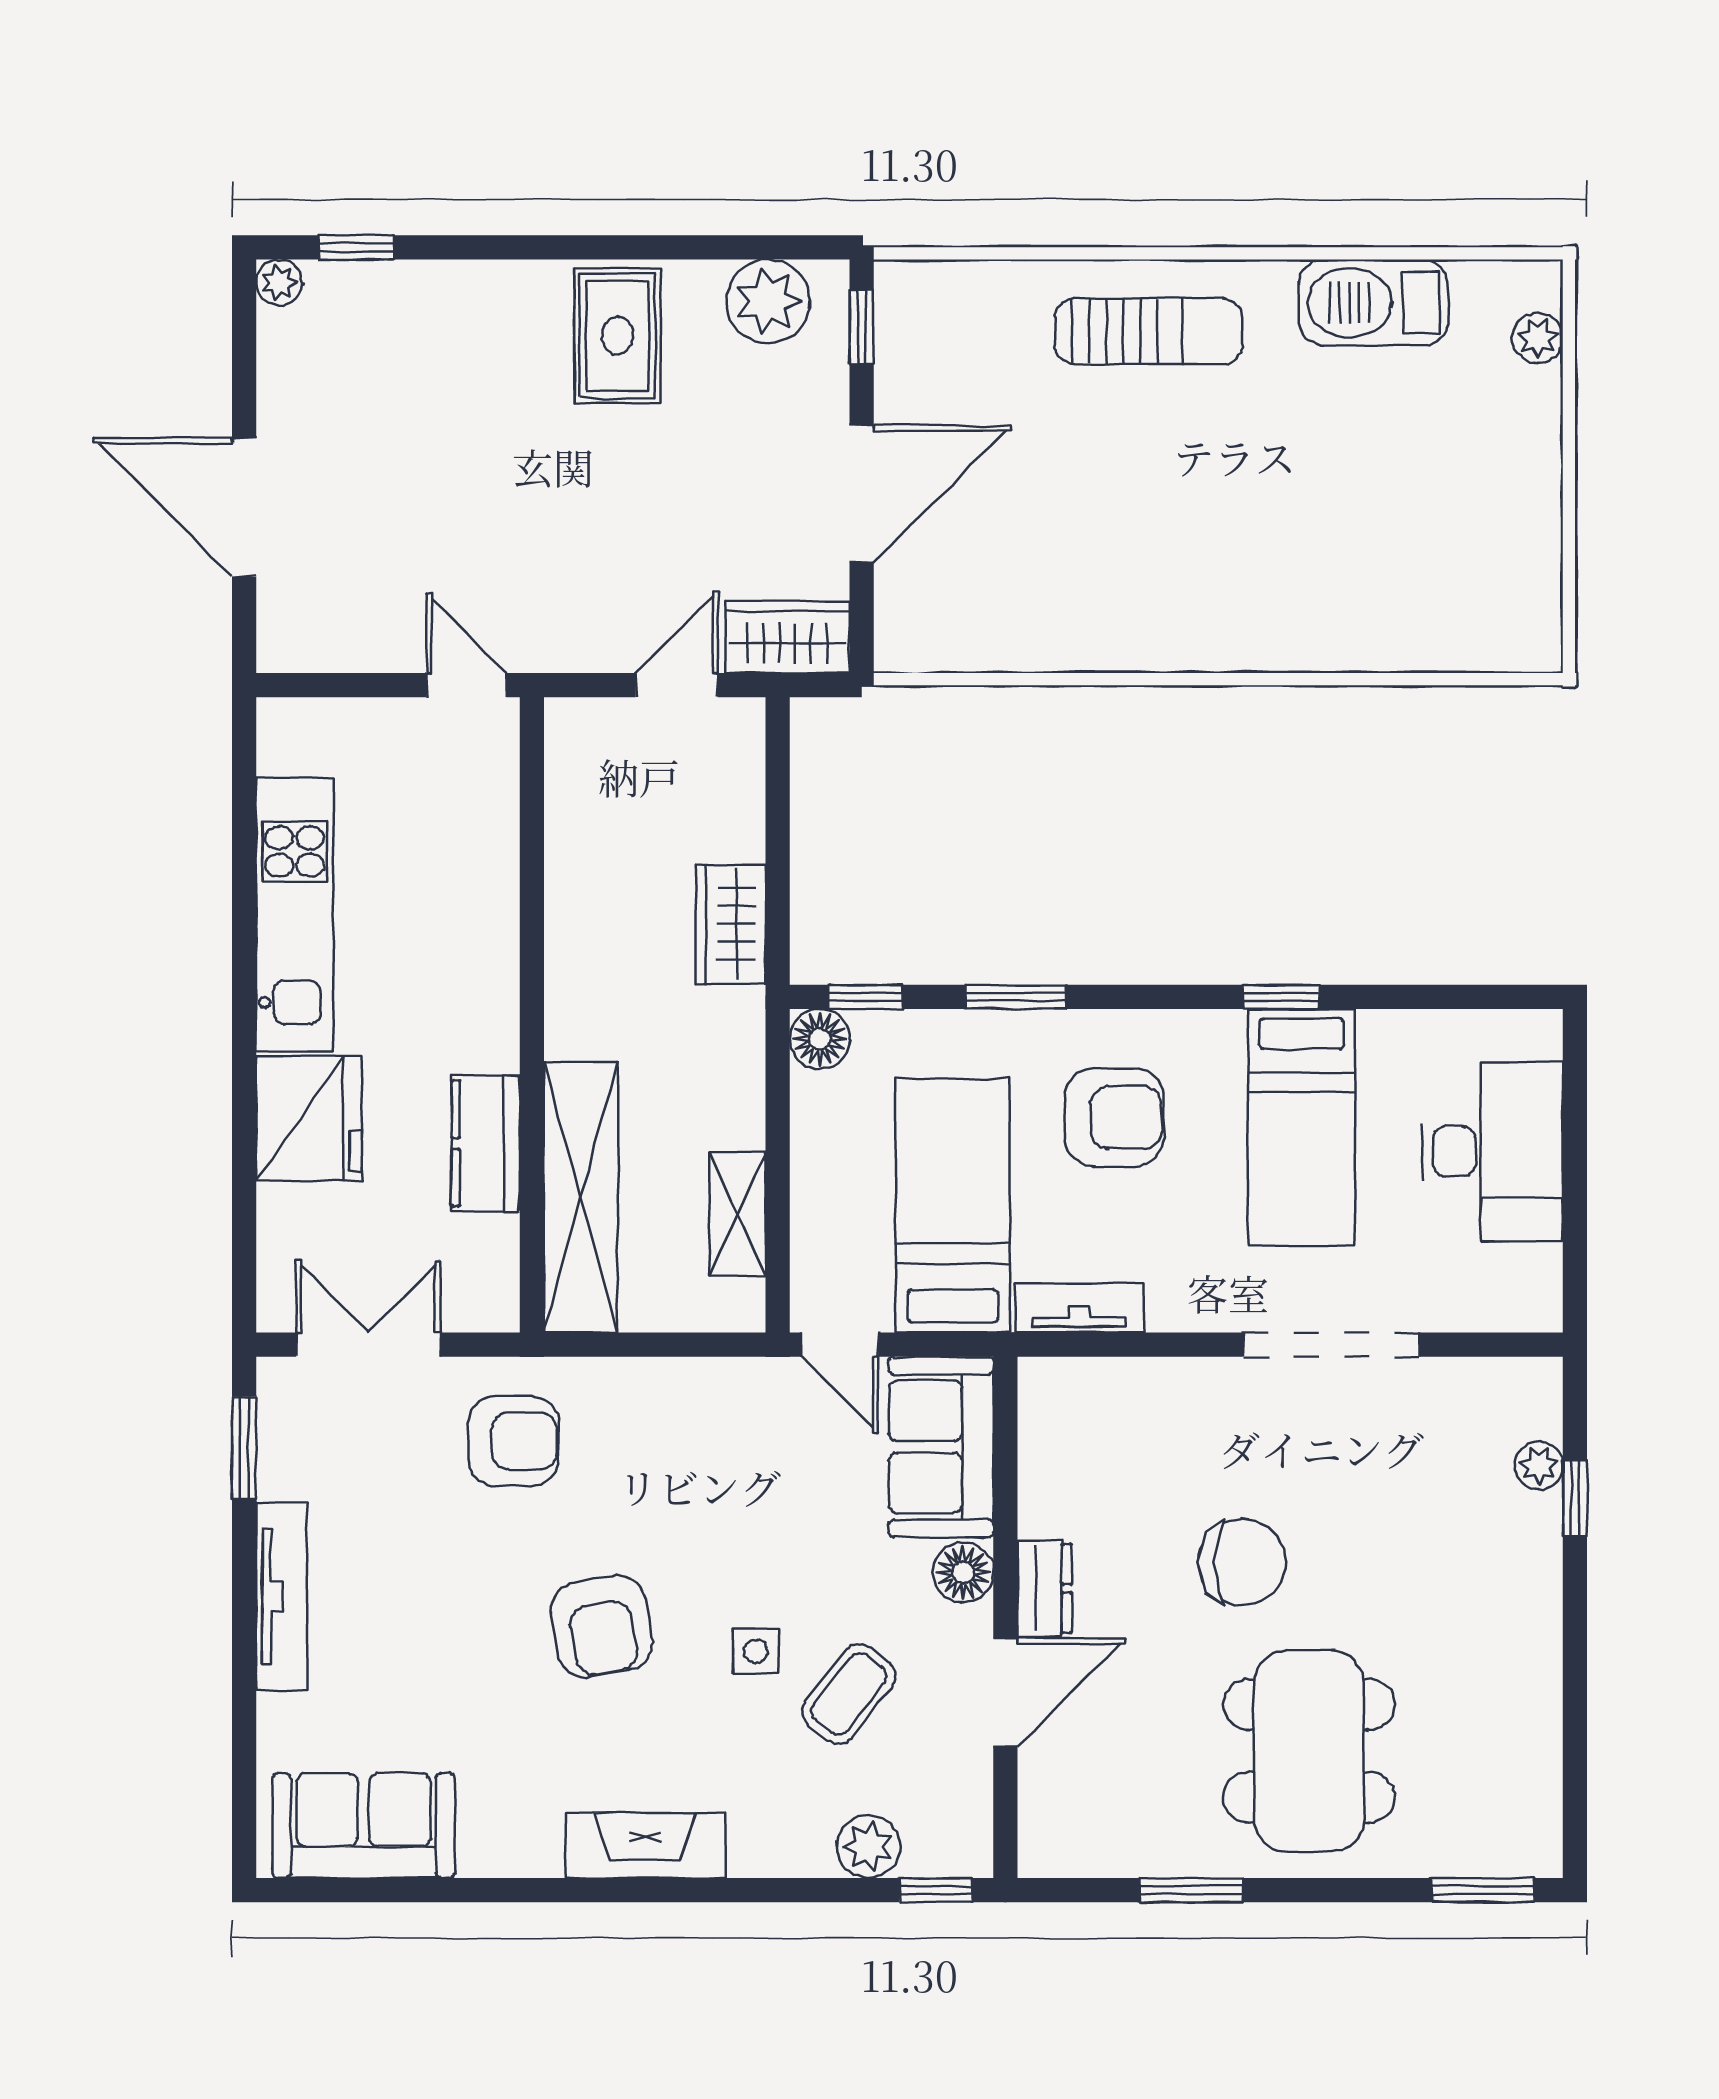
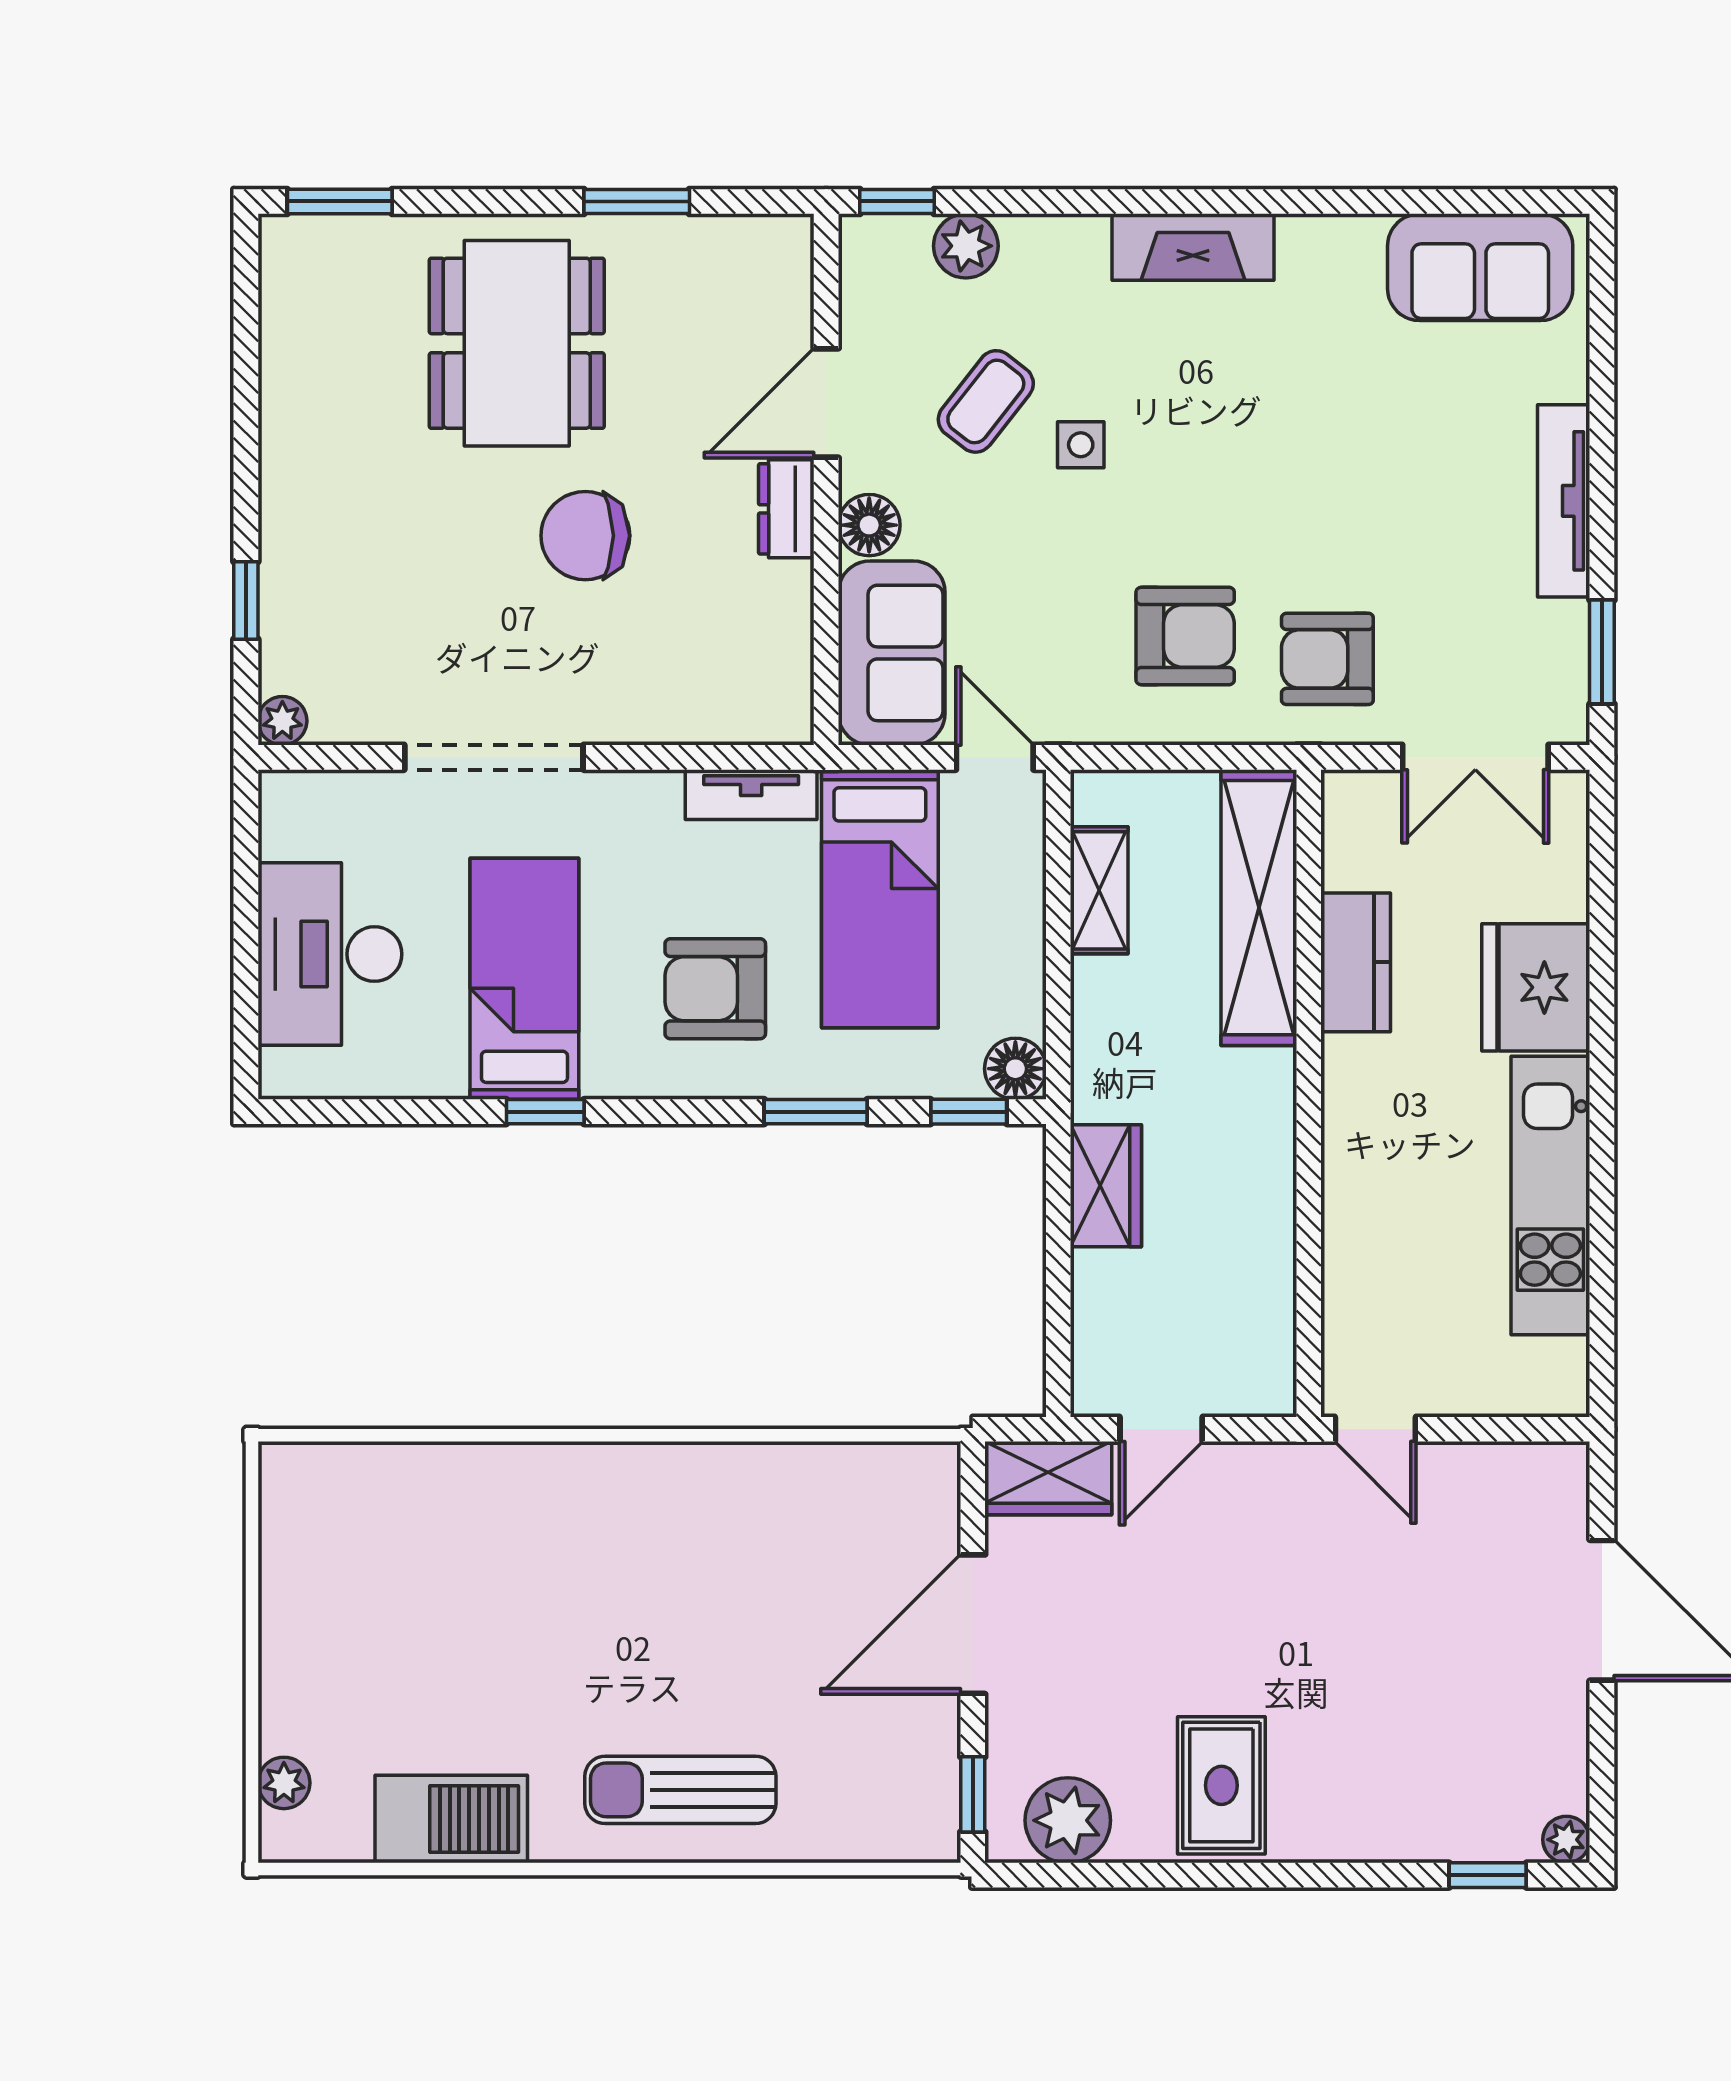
plant: (1539, 1466) -> (282, 721), moved
armchair: (601, 1627) -> (1185, 636), moved, turned 100

